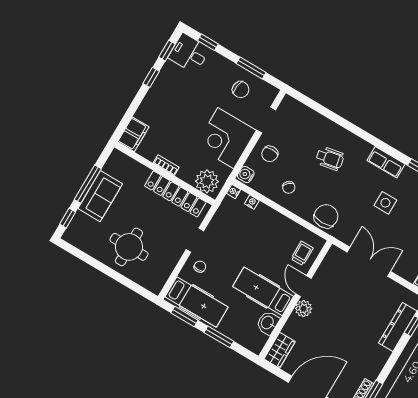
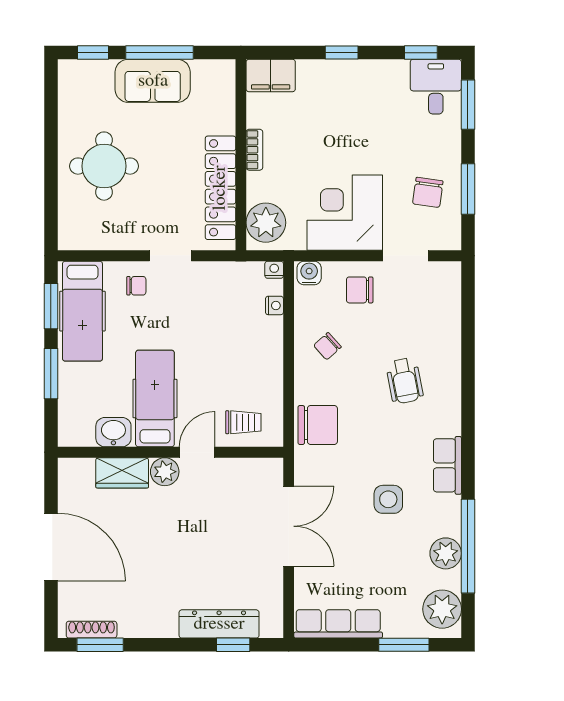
window: (208, 42) -> (468, 105), width x1.50
window: (151, 77) -> (342, 53), moved
wardrobe: (280, 350) -> (122, 473), moved

